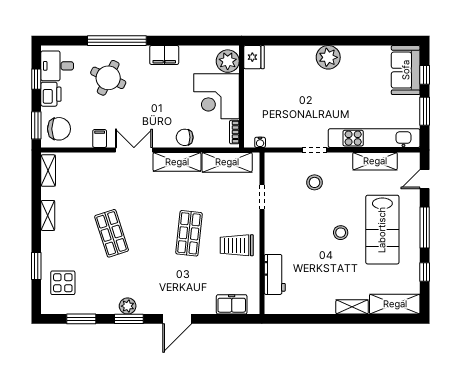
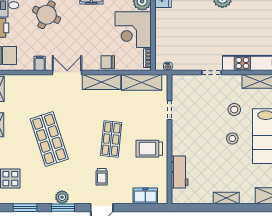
stool: (314, 182) -> (234, 110), moved
shop shelf: (112, 233) -> (49, 139), width x1.43, depth x1.36
trolley: (177, 281) -> (102, 177), added
shelving: (352, 307) -> (226, 198), moved

